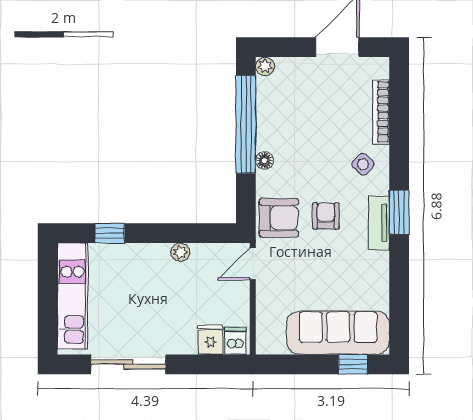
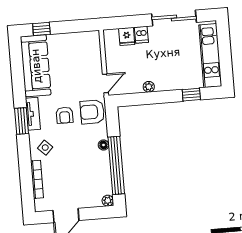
sofa: (338, 333) -> (36, 66), moved, turned -90
dishwasher: (235, 341) -> (141, 35), moved

